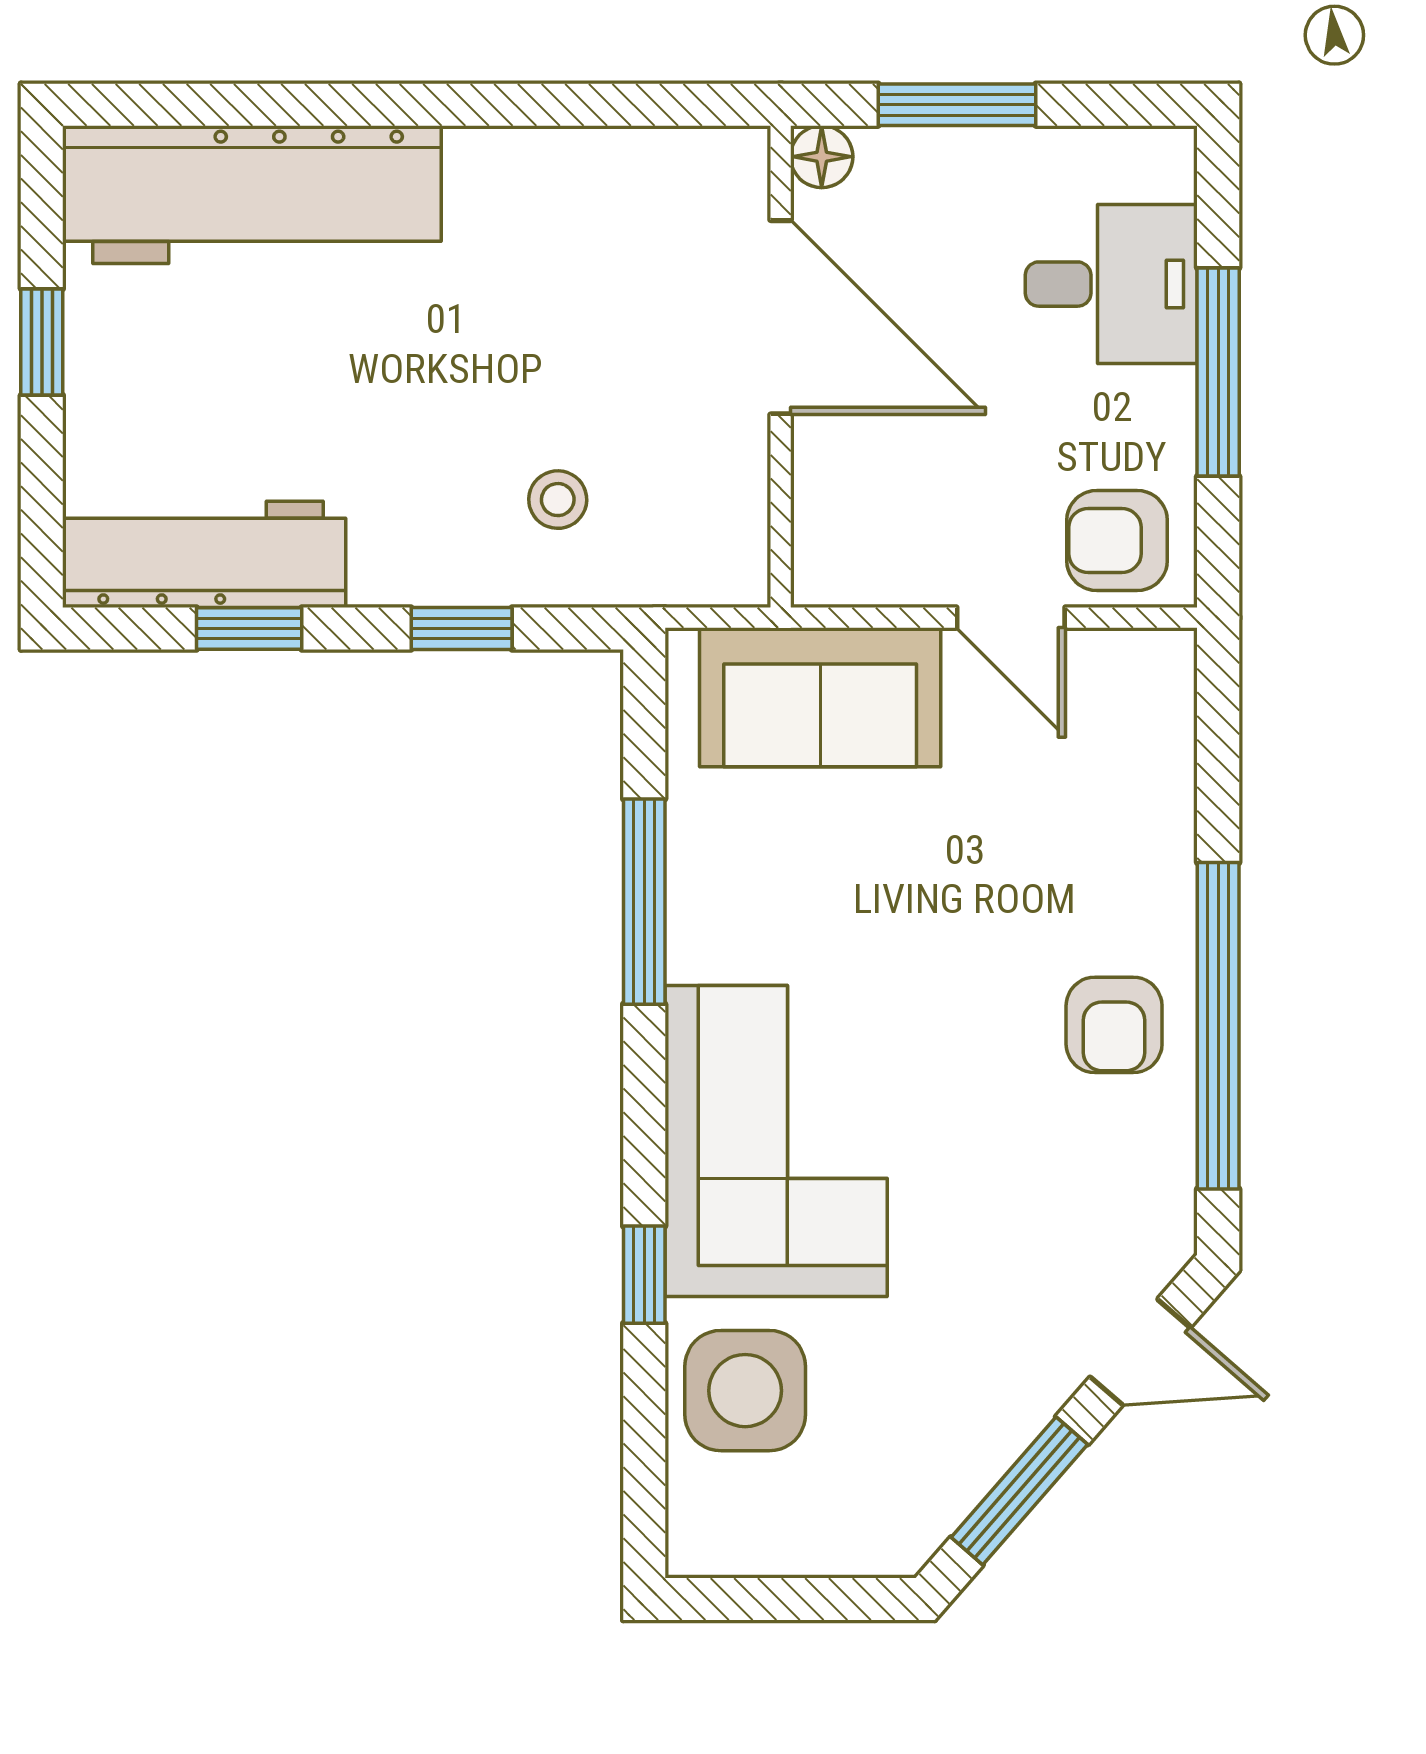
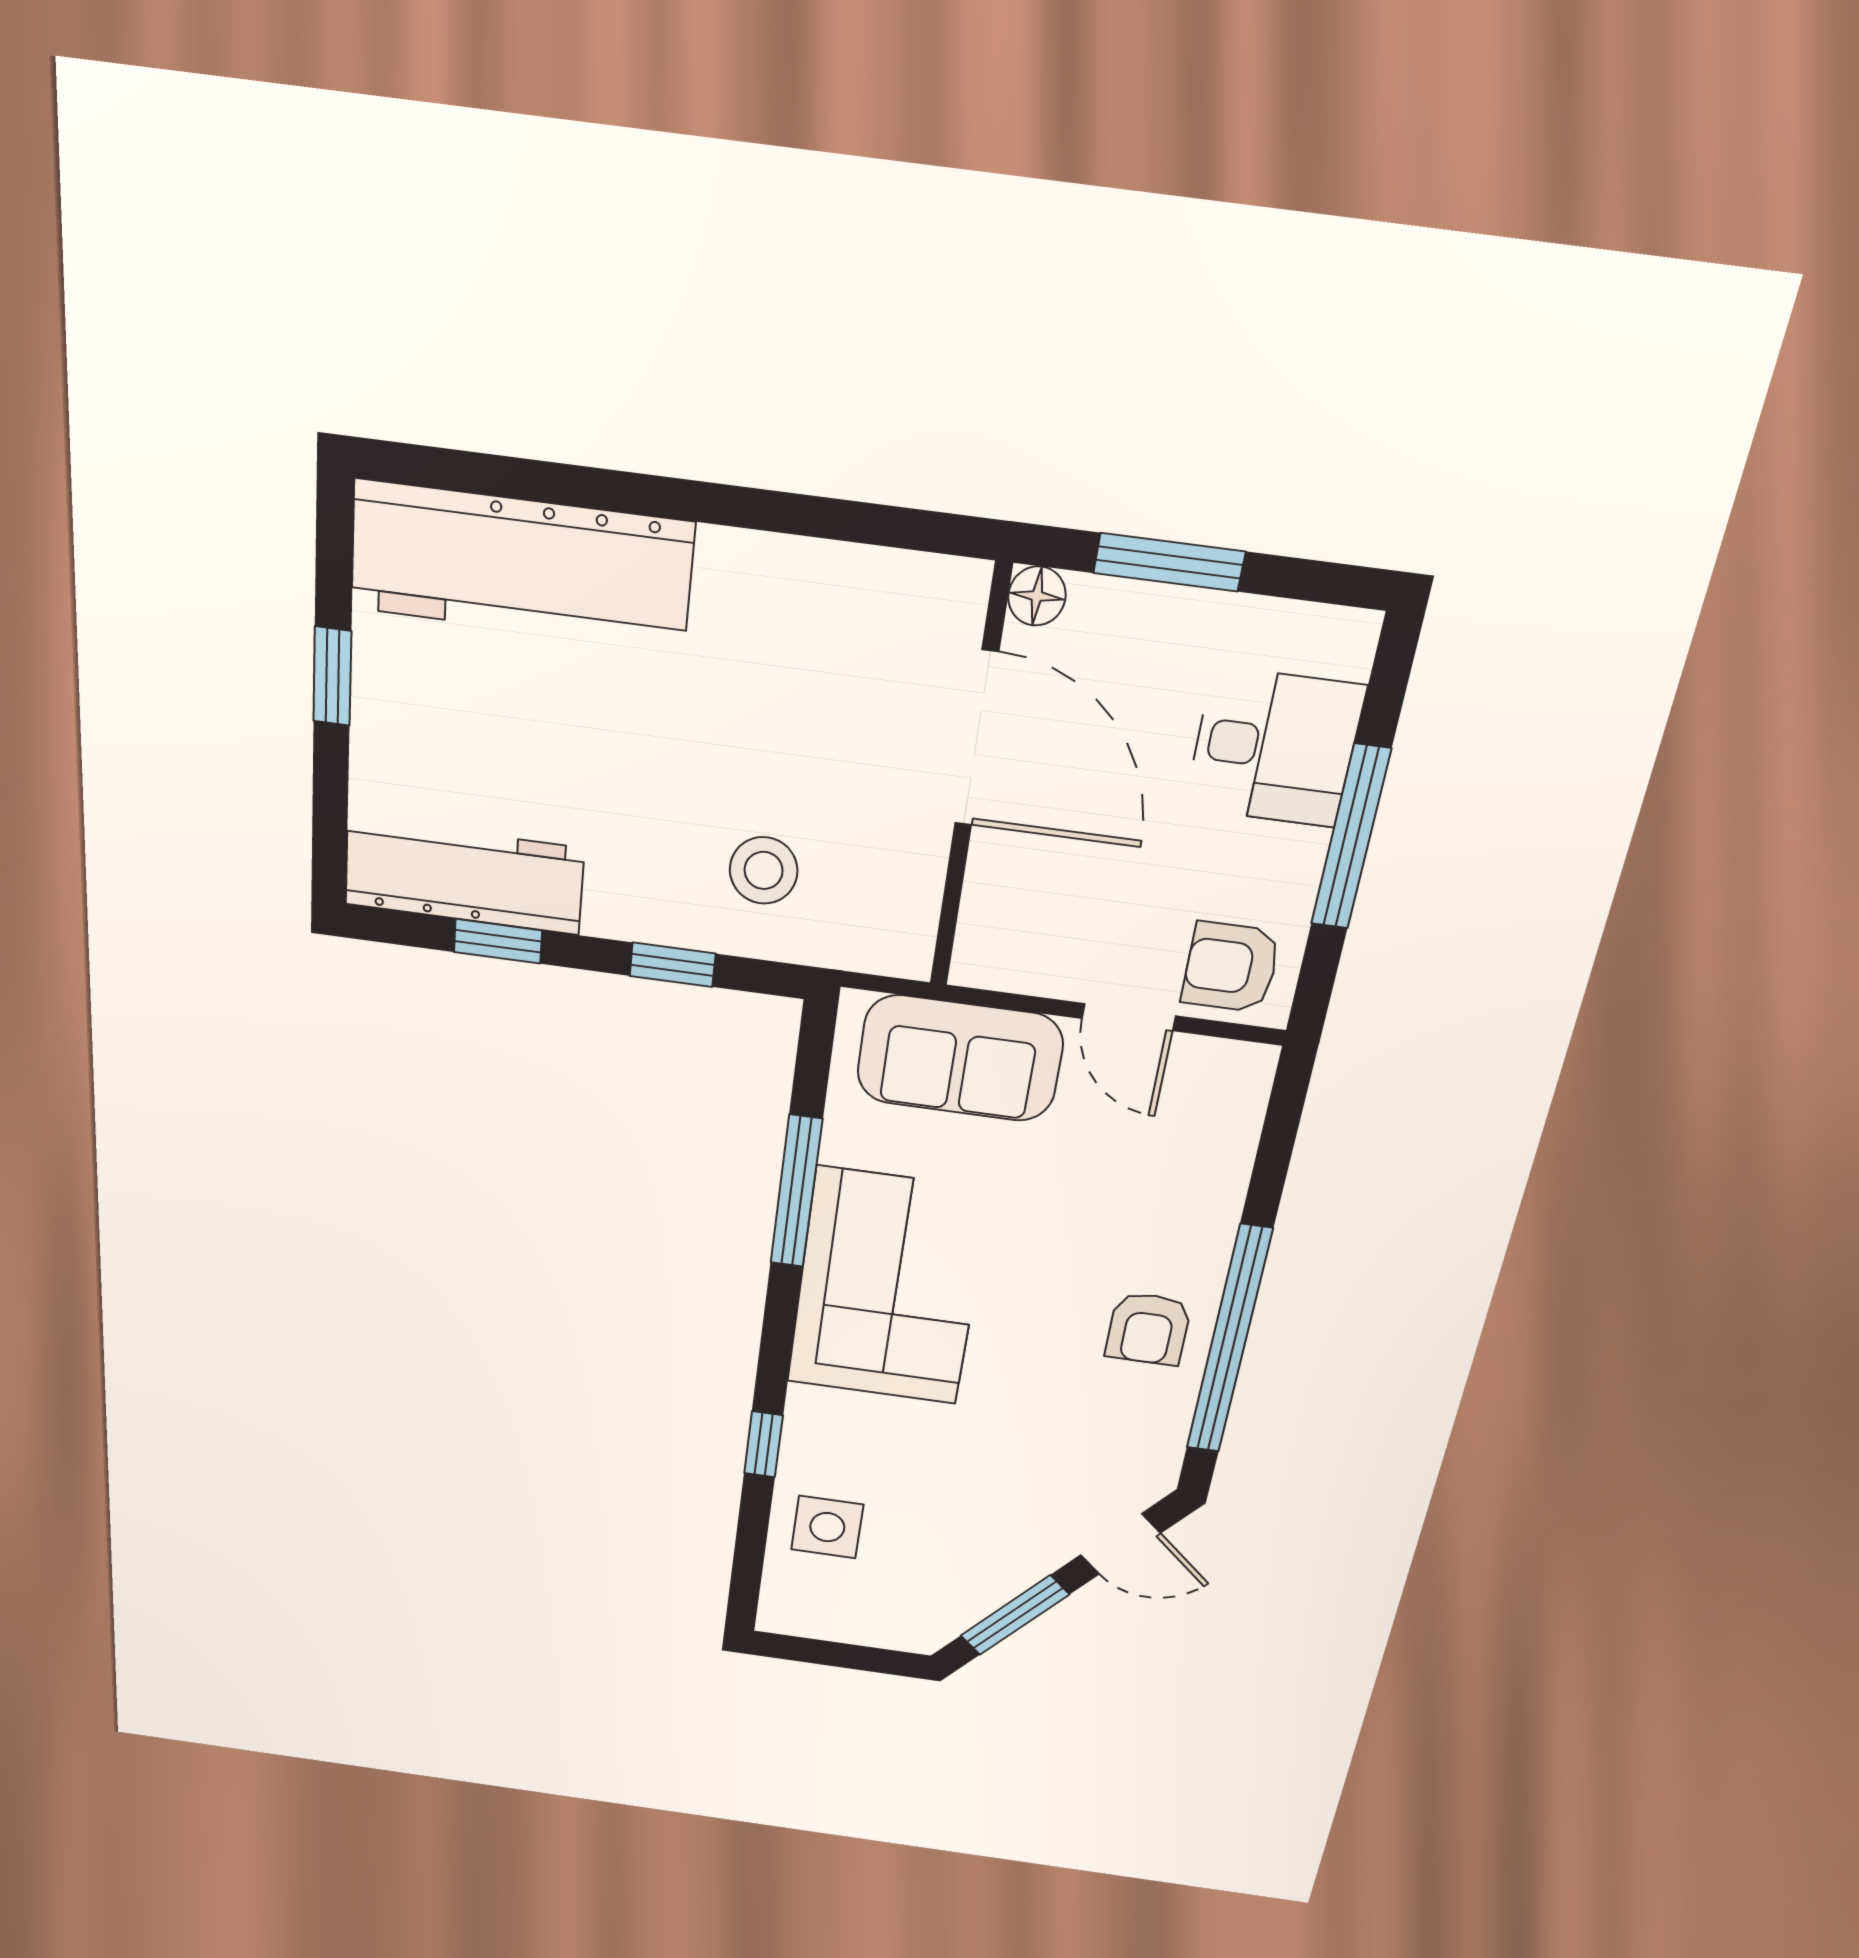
stool: (558, 500) -> (764, 870), width x1.37, depth x1.37
corner sofa: (776, 1141) -> (888, 1287), moved
side table: (745, 1391) -> (827, 1527), width x0.73, depth x0.73

